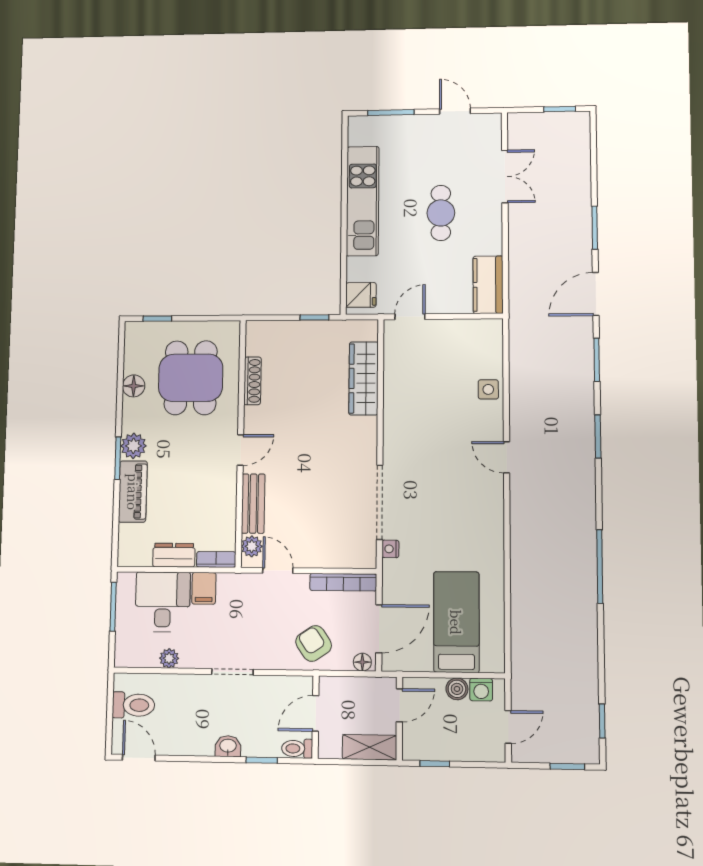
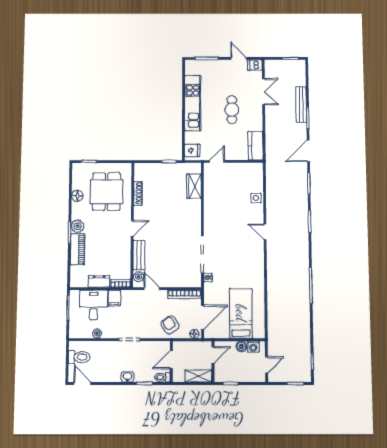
dishwasher: (488, 124) -> (255, 65), added
bench: (581, 201) -> (301, 104), added
wardrobe: (364, 378) -> (194, 186), width x0.67

